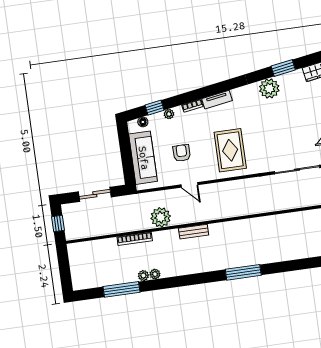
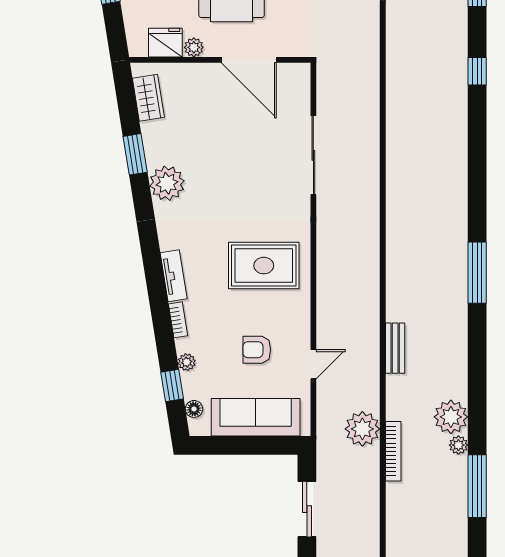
door: (189, 185) -> (313, 364), moved
plant: (161, 217) -> (362, 429), moved
plant: (155, 274) -> (451, 417), width x1.88, depth x1.88

